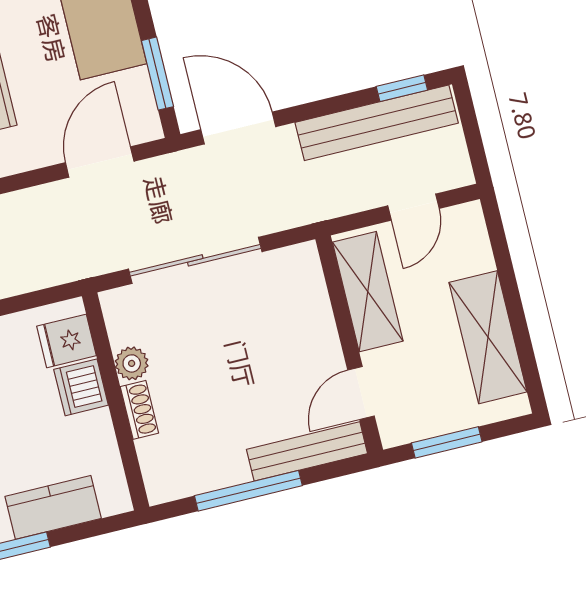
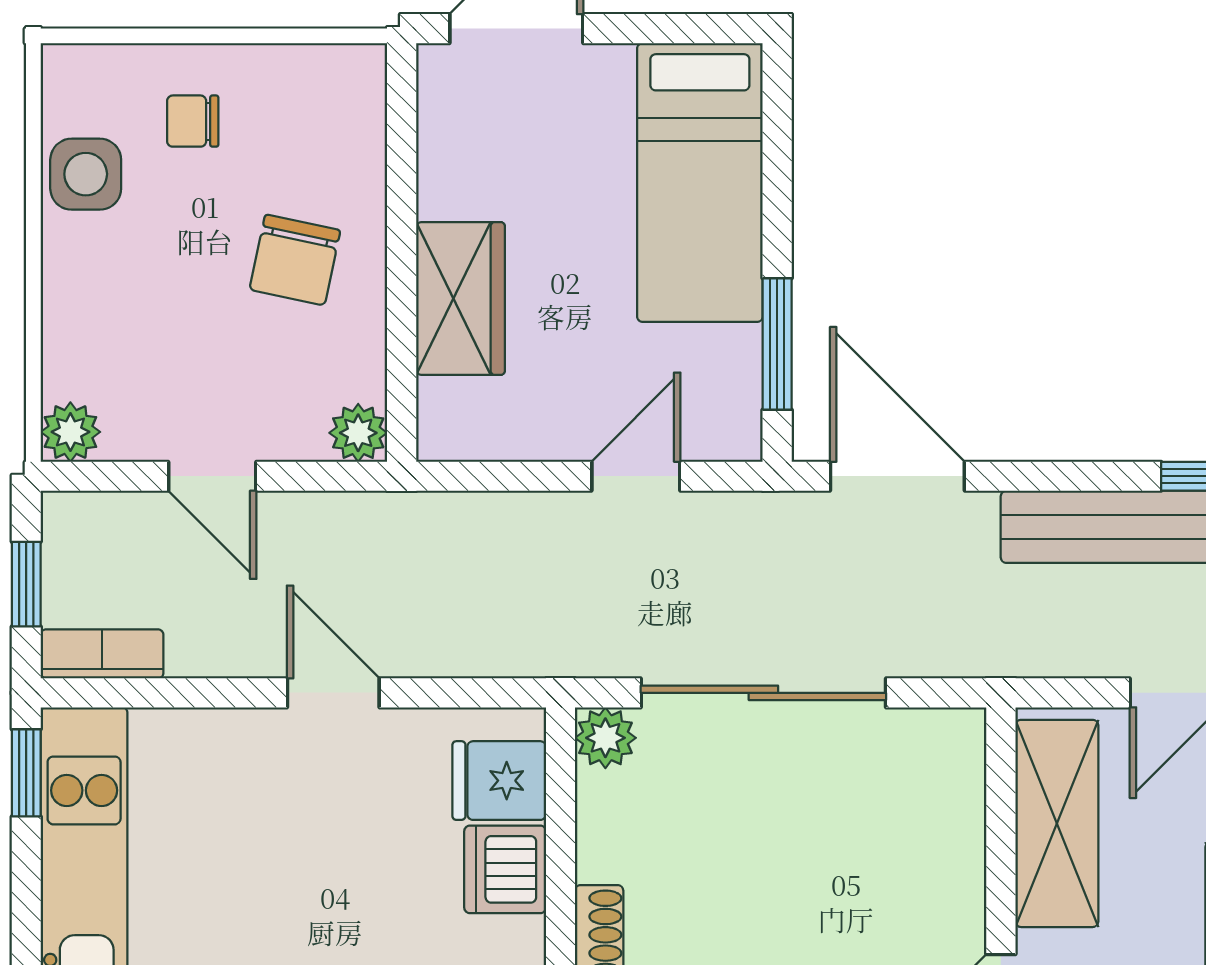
door: (100, 162) -> (636, 476), width x0.73
plant: (132, 363) -> (605, 738), moved

